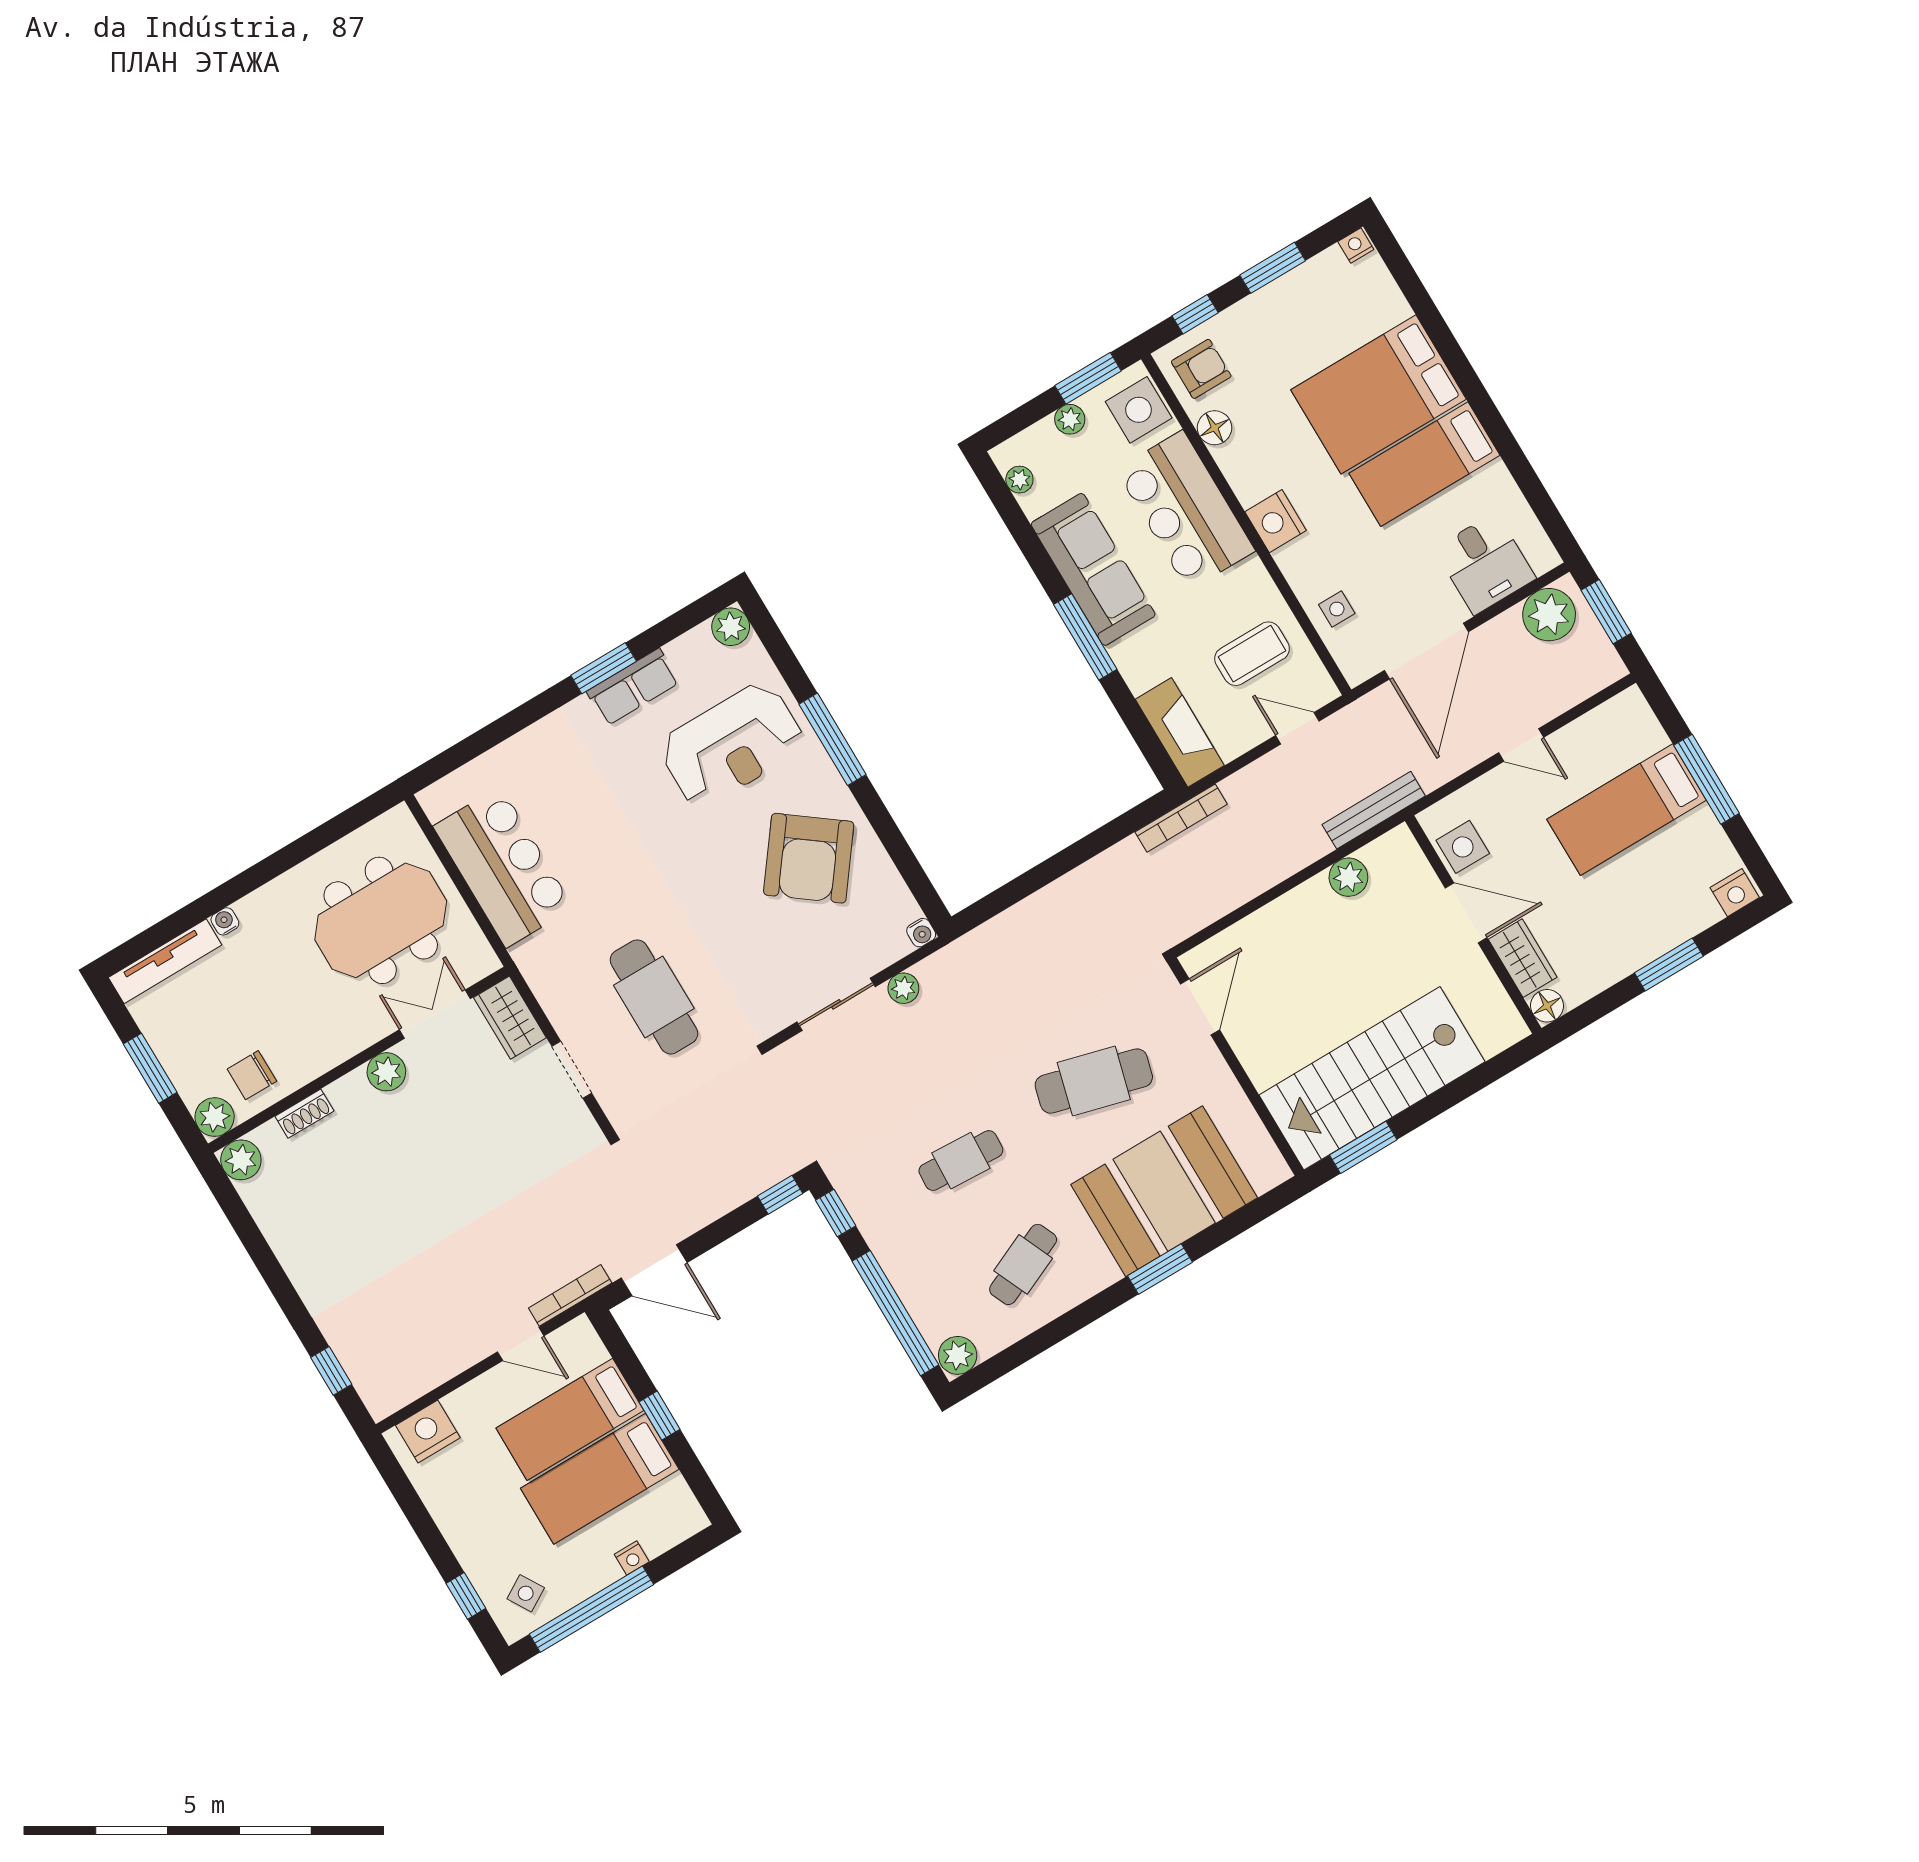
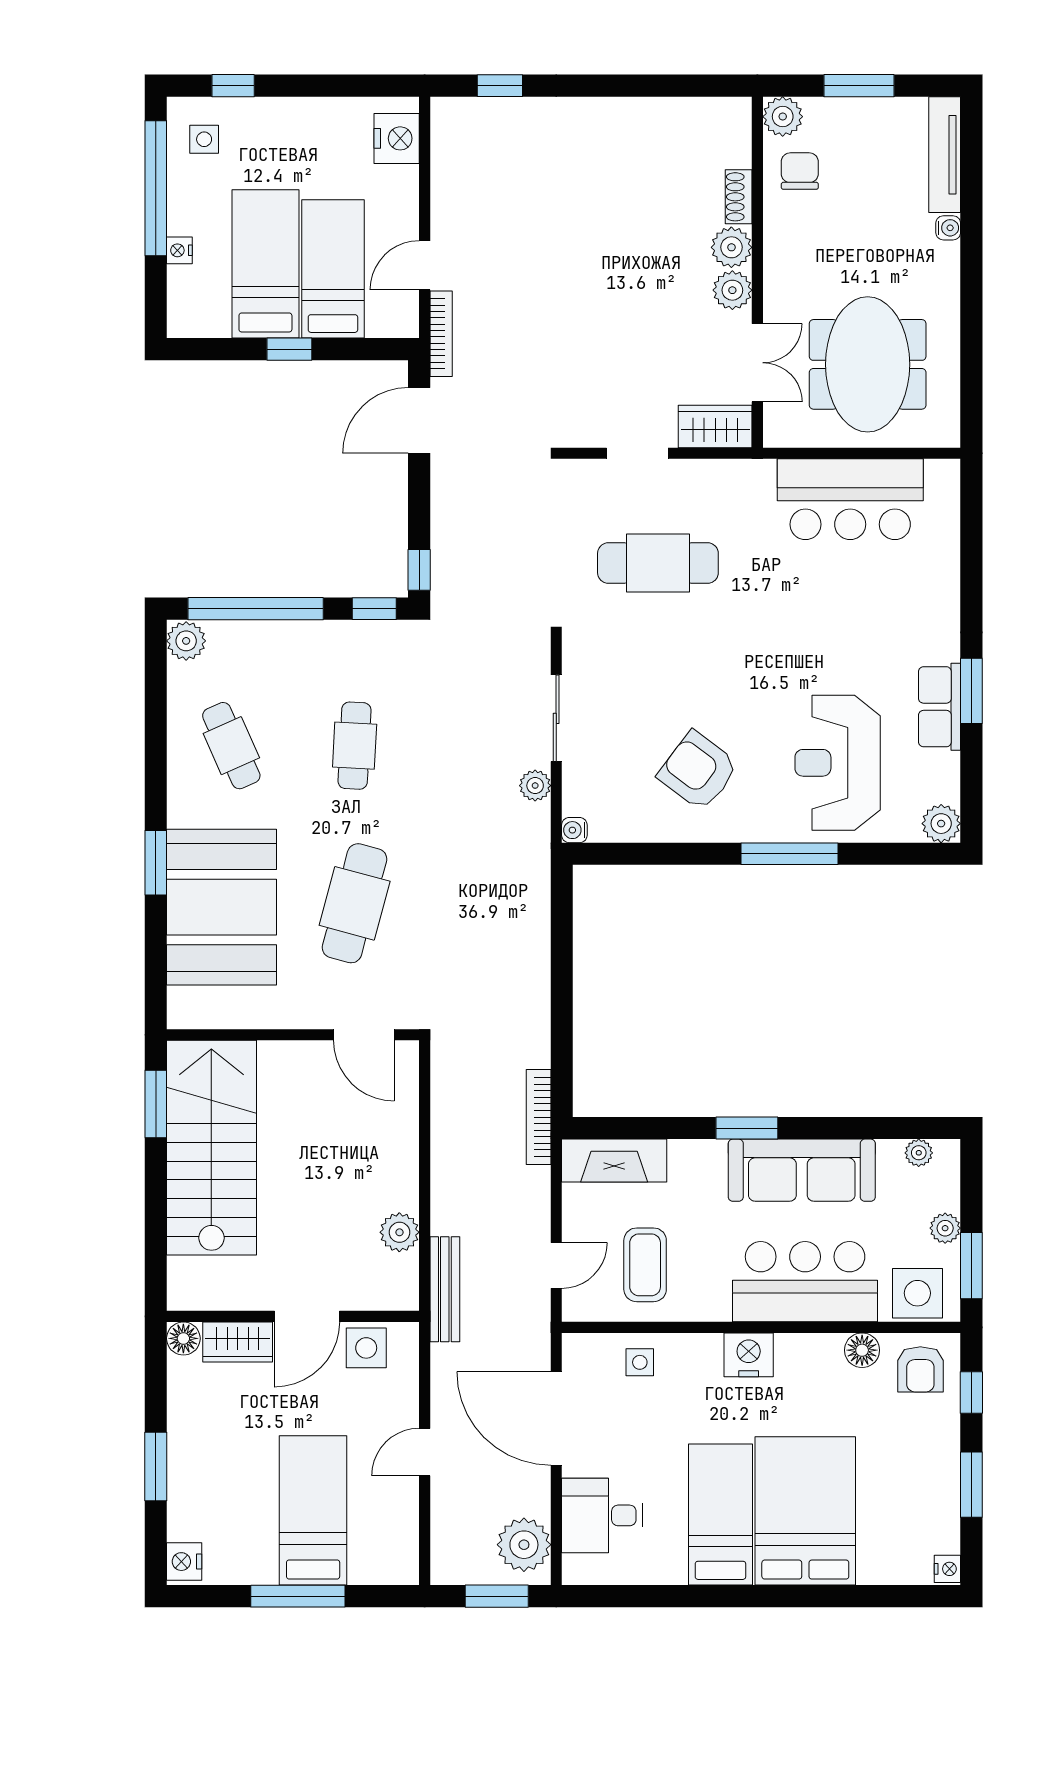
window: (1085, 637) -> (747, 1128), width x0.69
armchair: (809, 858) -> (698, 771), width x0.73, depth x0.73
plant: (241, 1160) -> (731, 247), moved
side table: (526, 1593) -> (204, 139), turned 31

